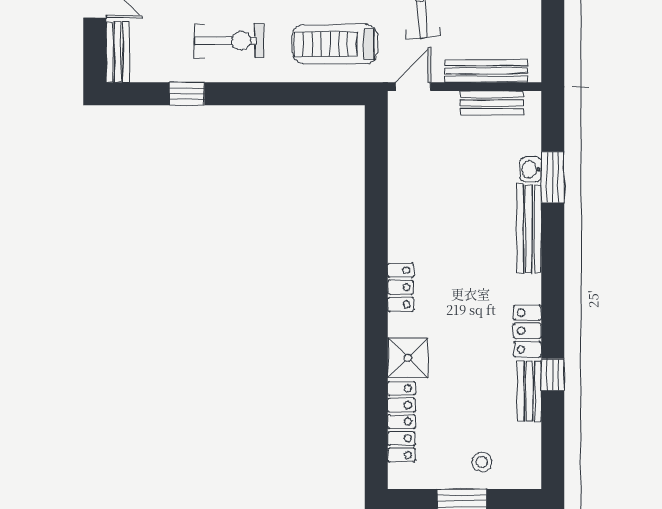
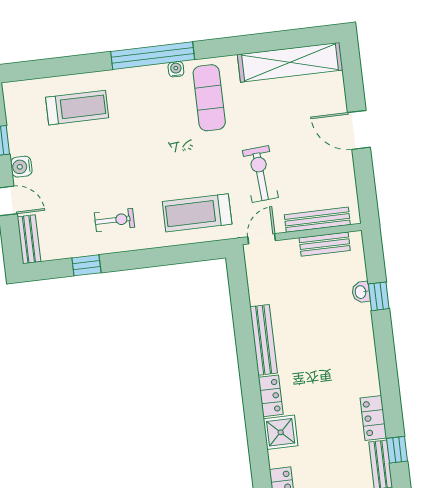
exercise bike: (229, 41) -> (114, 220), width x0.73, depth x0.72
window: (553, 177) -> (379, 296), width x0.67
bench: (529, 229) -> (264, 340), moved
shower: (408, 358) -> (281, 432), moved

